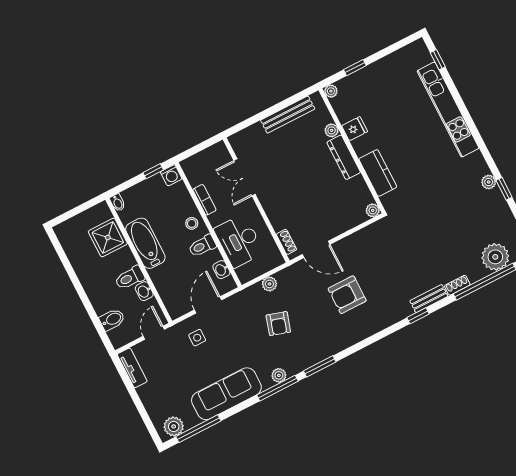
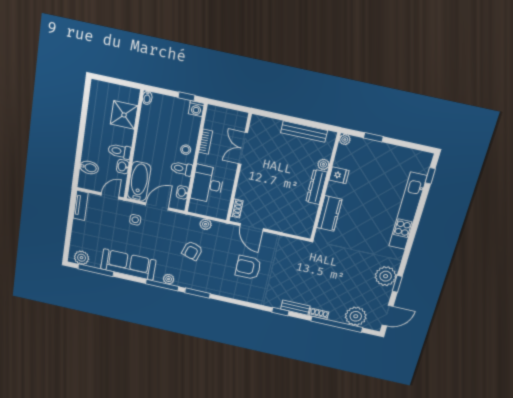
plant: (489, 182) -> (386, 276), width x1.87, depth x1.87
plant: (373, 210) -> (306, 233), removed
bathtub: (145, 243) -> (139, 181), moved

